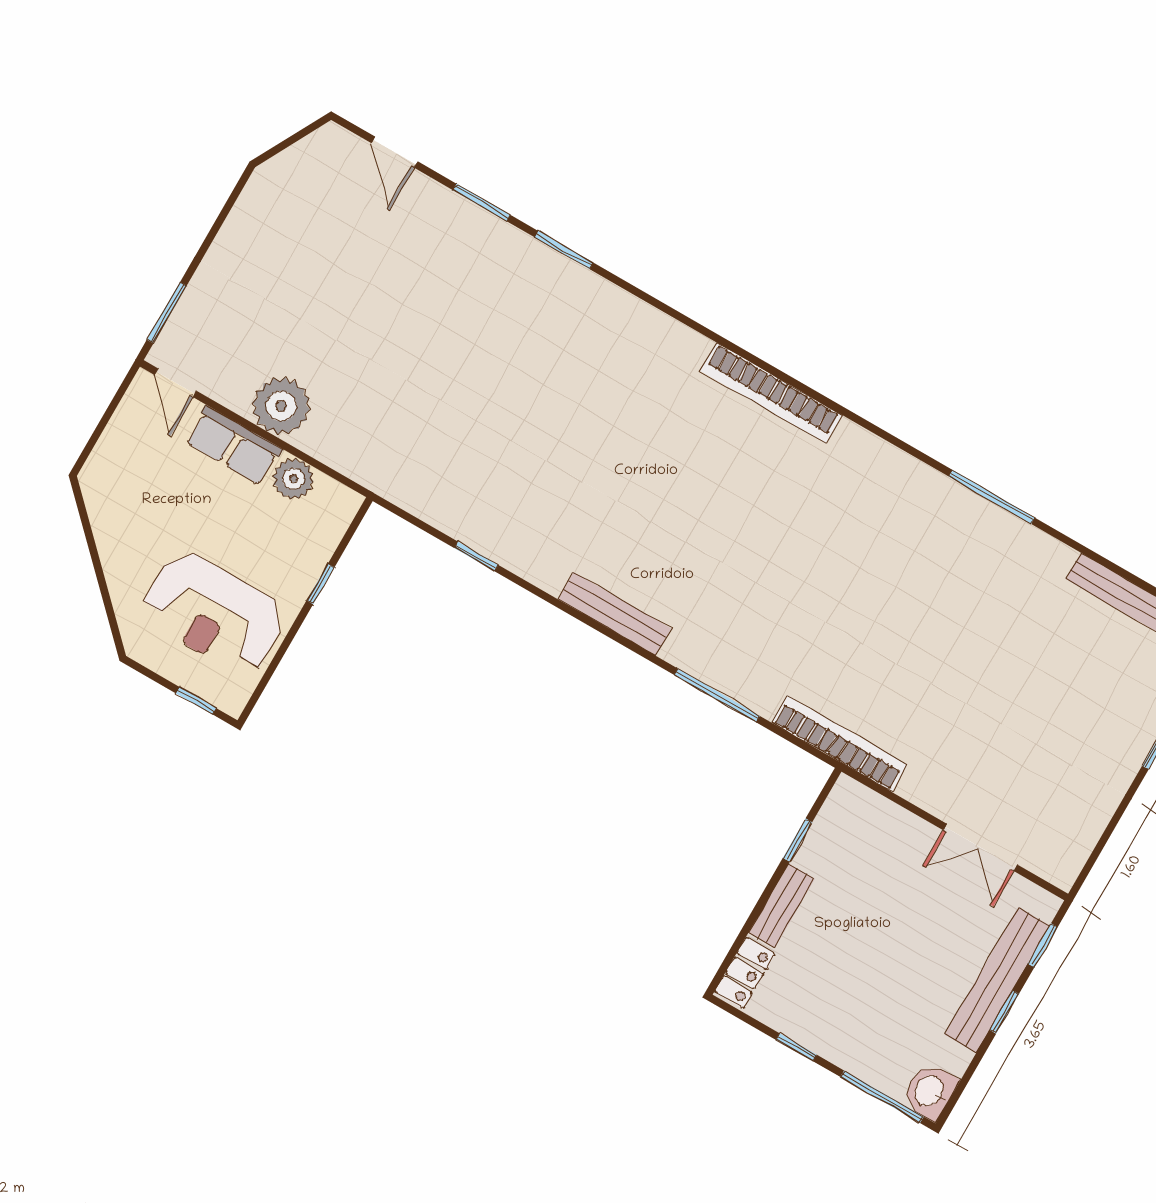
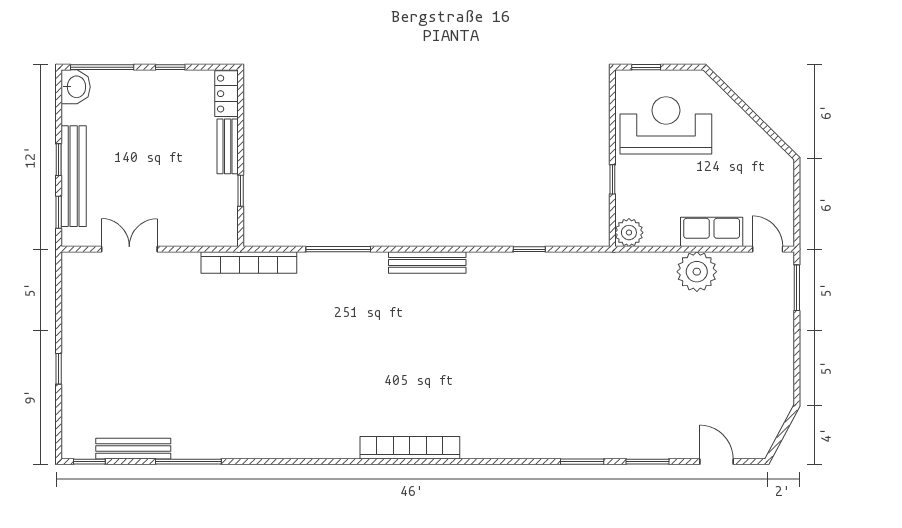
plant: (293, 479) -> (629, 233), moved
window: (992, 497) -> (188, 462), moved

